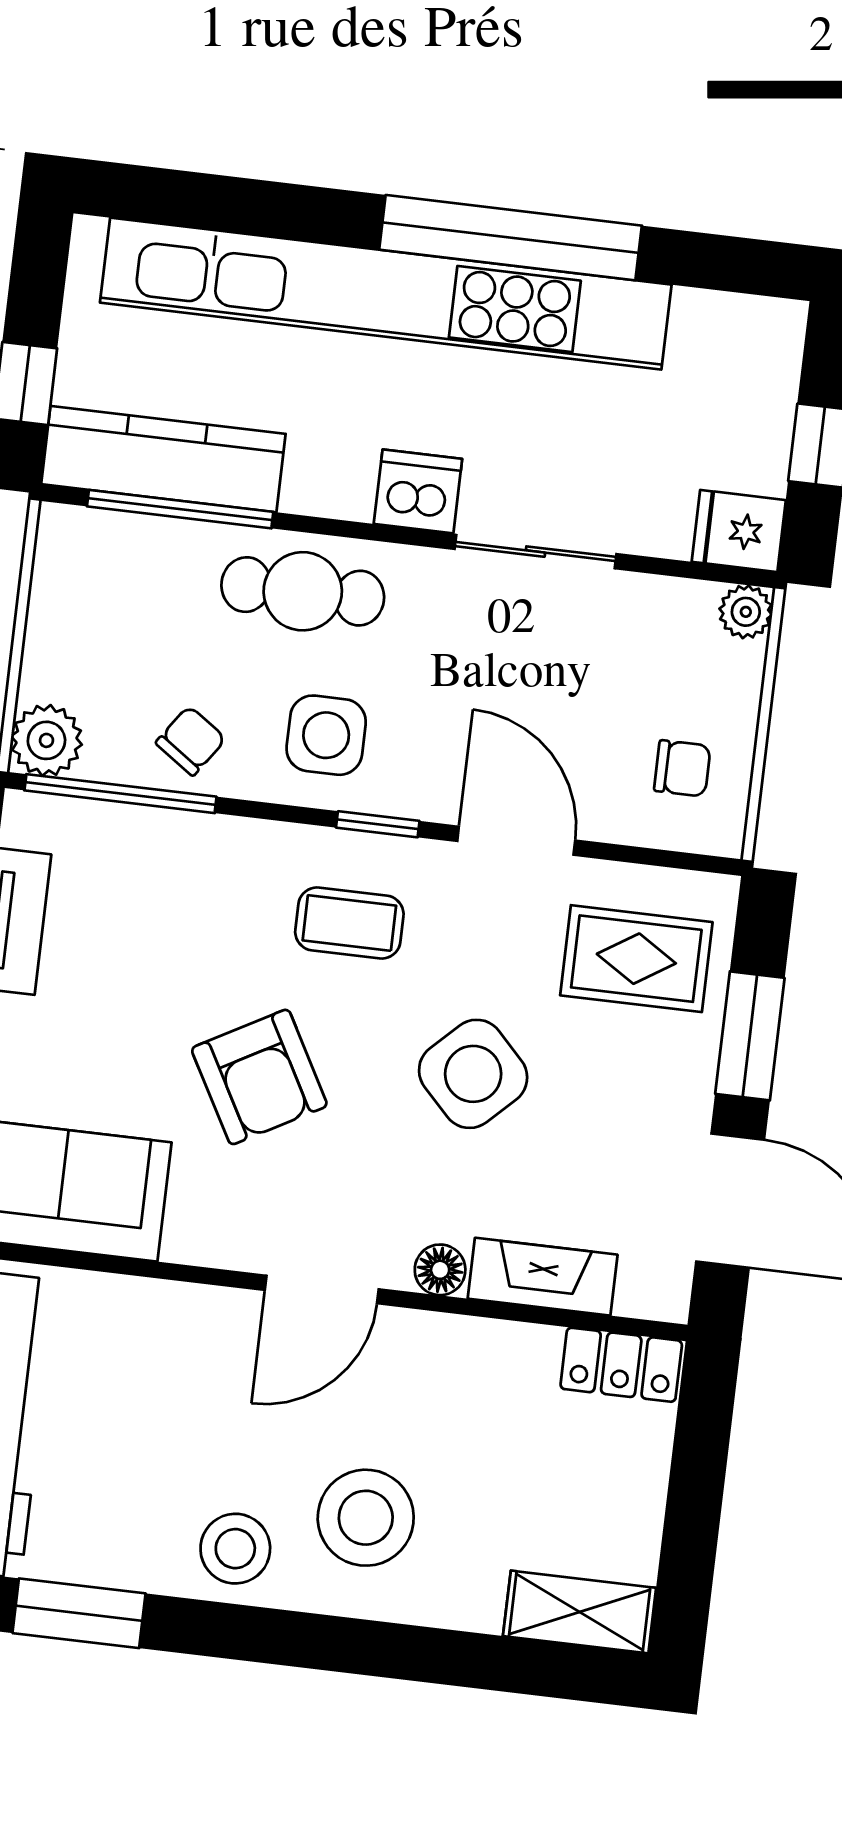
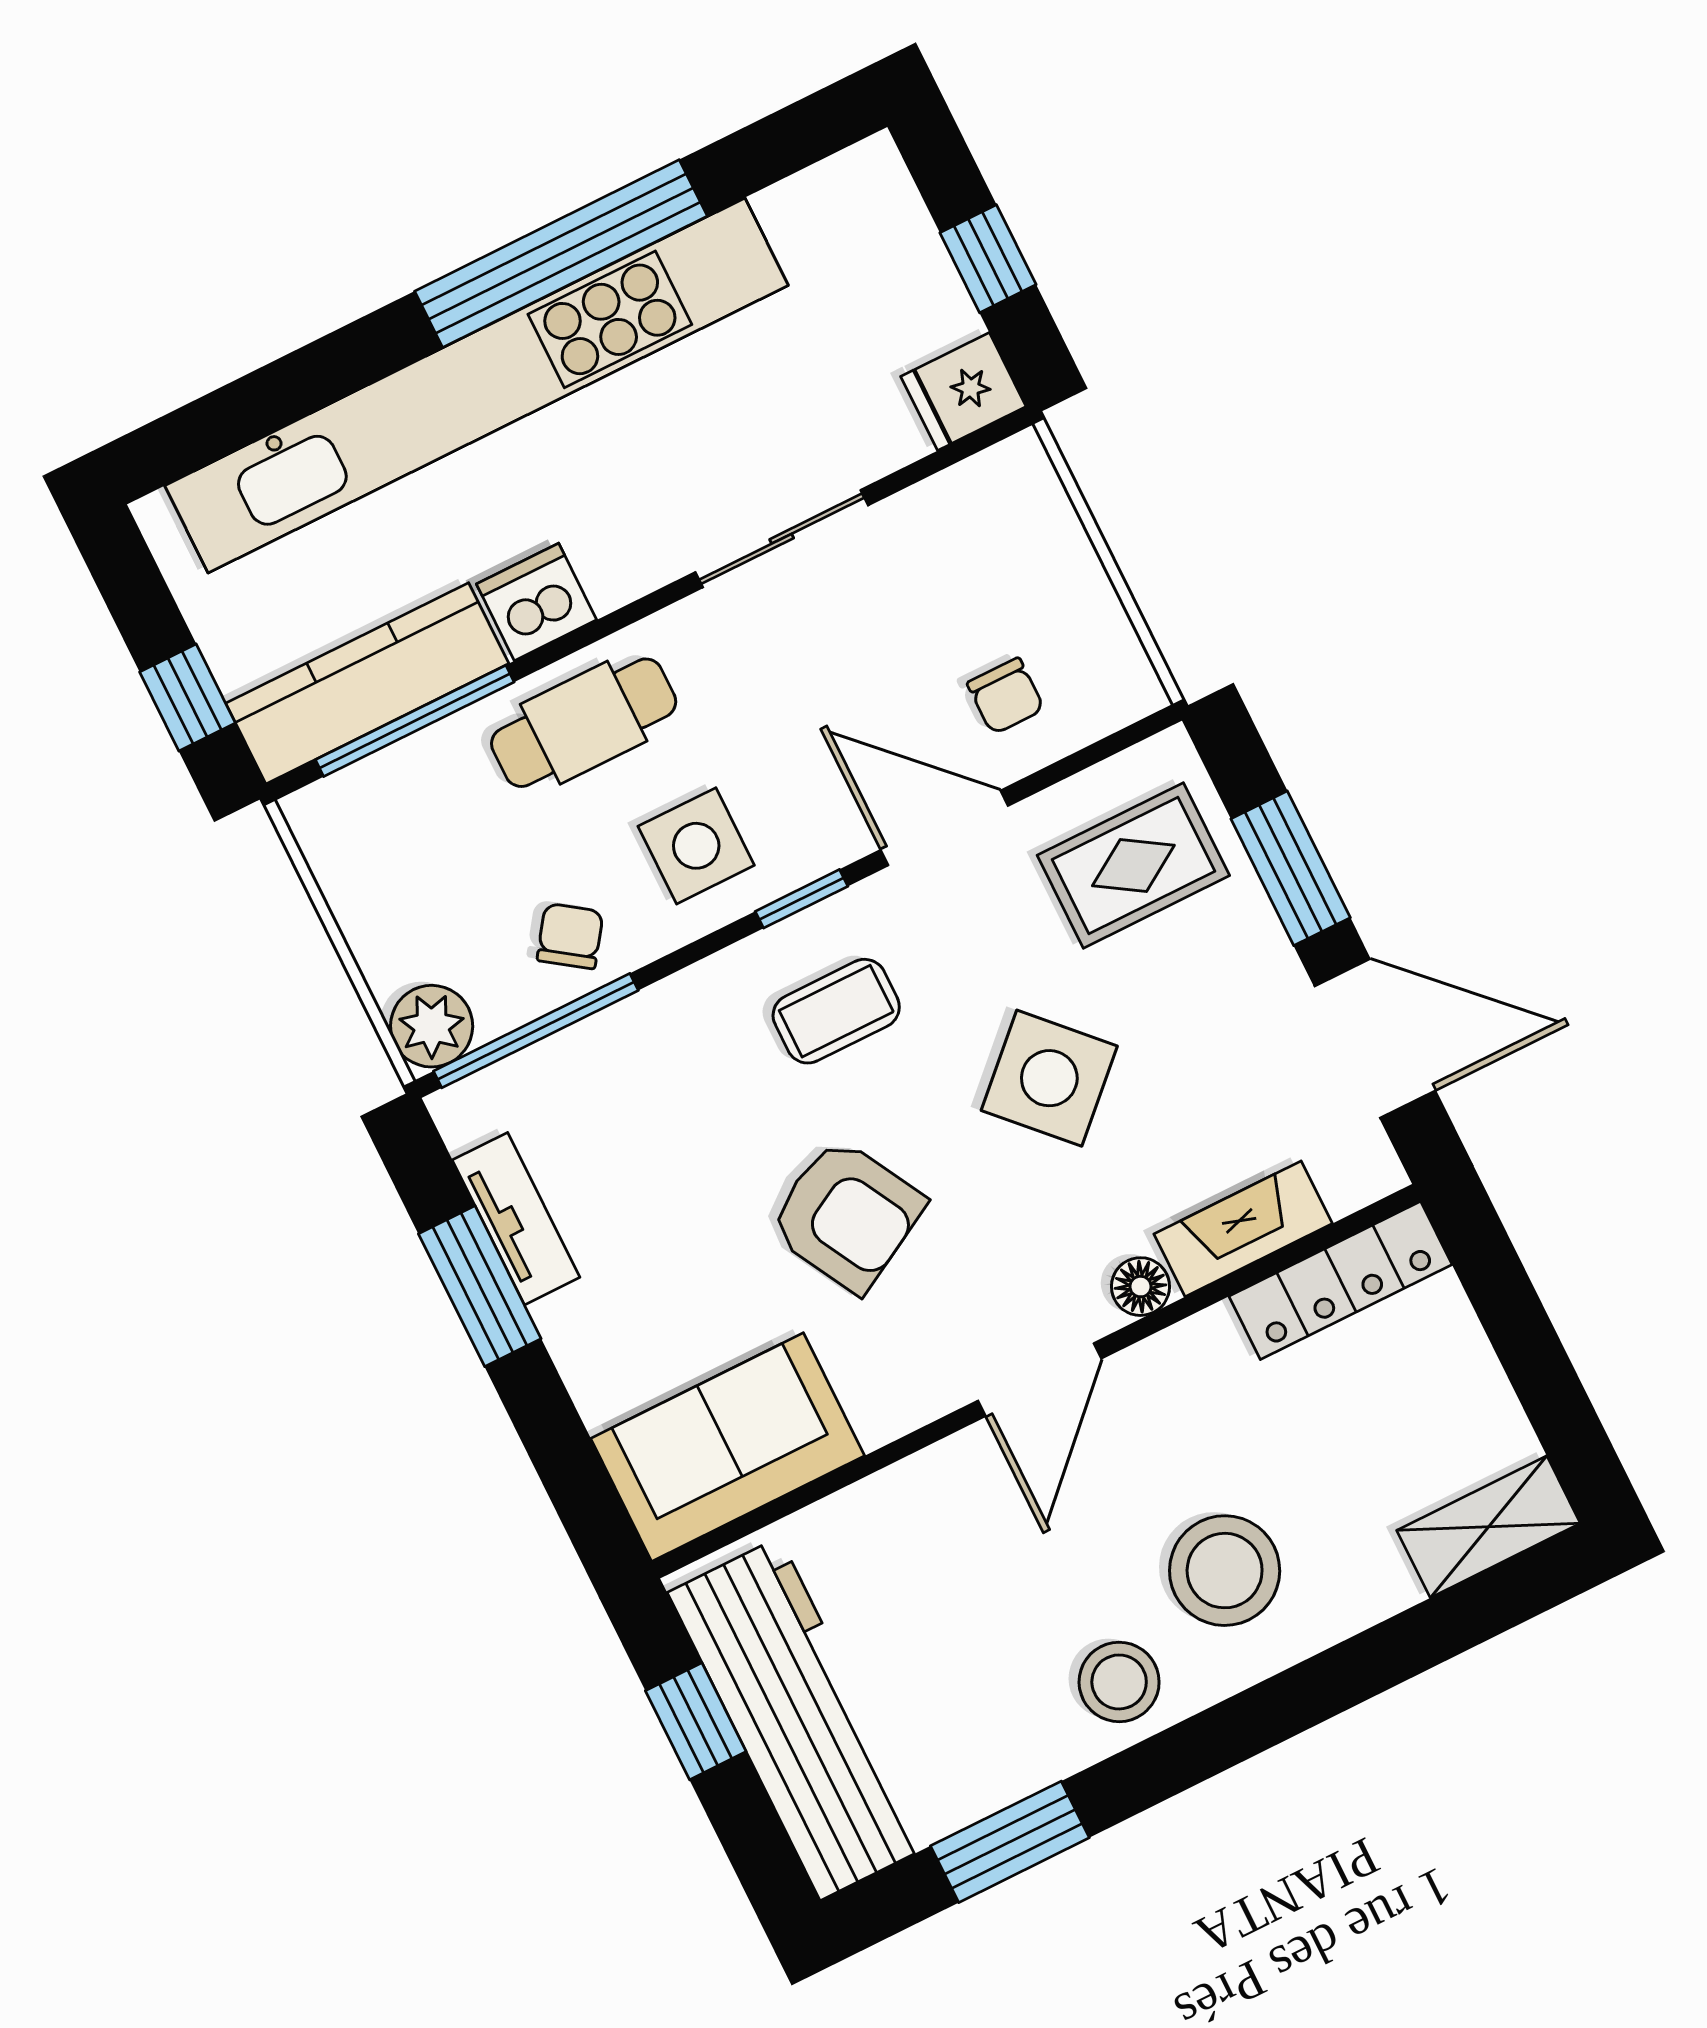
dishwasher: (418, 491) -> (537, 602), moved
plant: (746, 612) -> (1021, 465), removed
chair: (682, 768) -> (1006, 696), moved, turned 90
locker: (621, 1365) -> (1340, 1280), width x1.53

